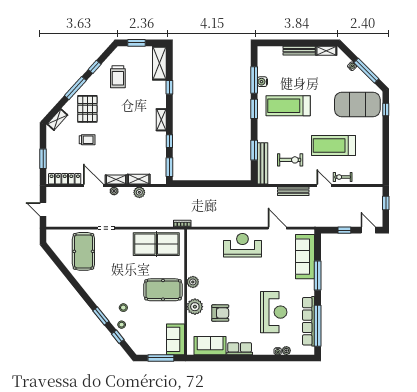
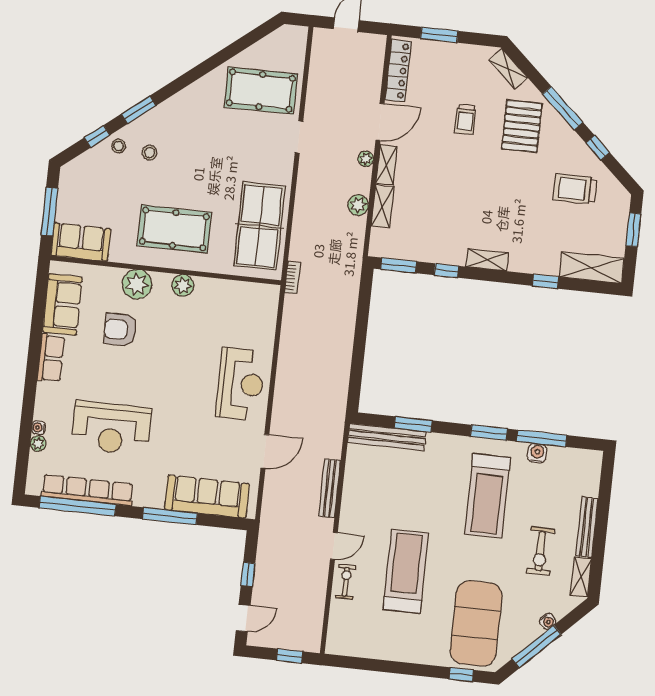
treadmill: (288, 106) -> (488, 496), turned 180
pallet: (87, 109) -> (522, 126), turned 90
exercise bike: (290, 160) -> (540, 551), moved
pool table: (163, 290) -> (174, 229), turned 90
armchair: (220, 313) -> (120, 330), turned 90

